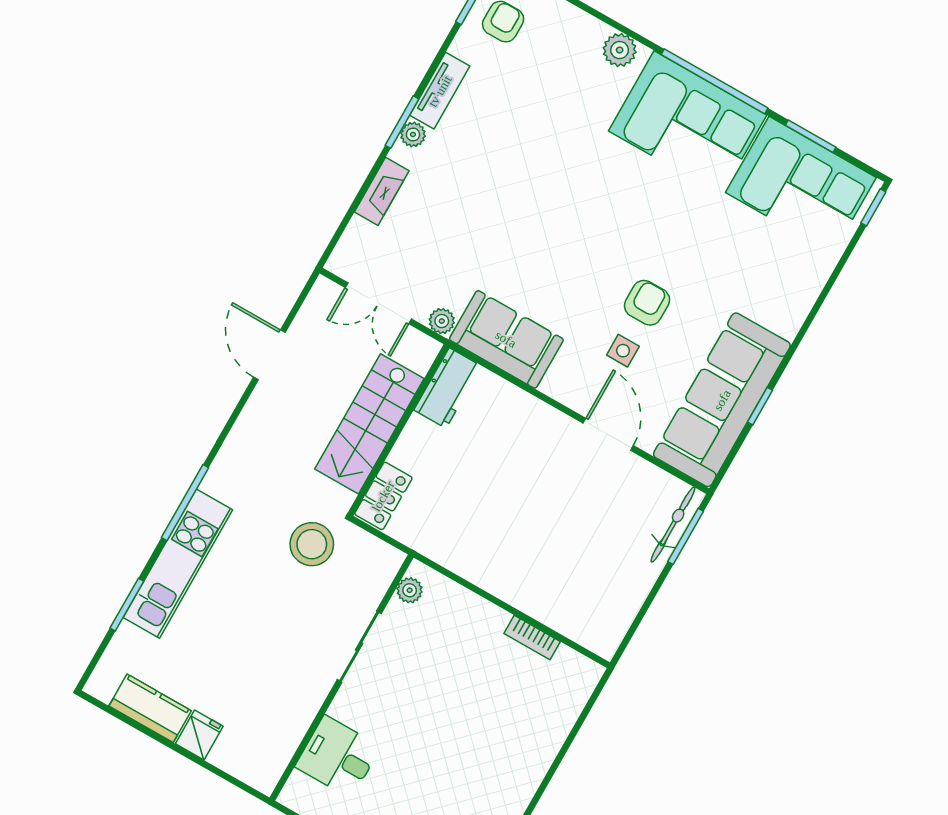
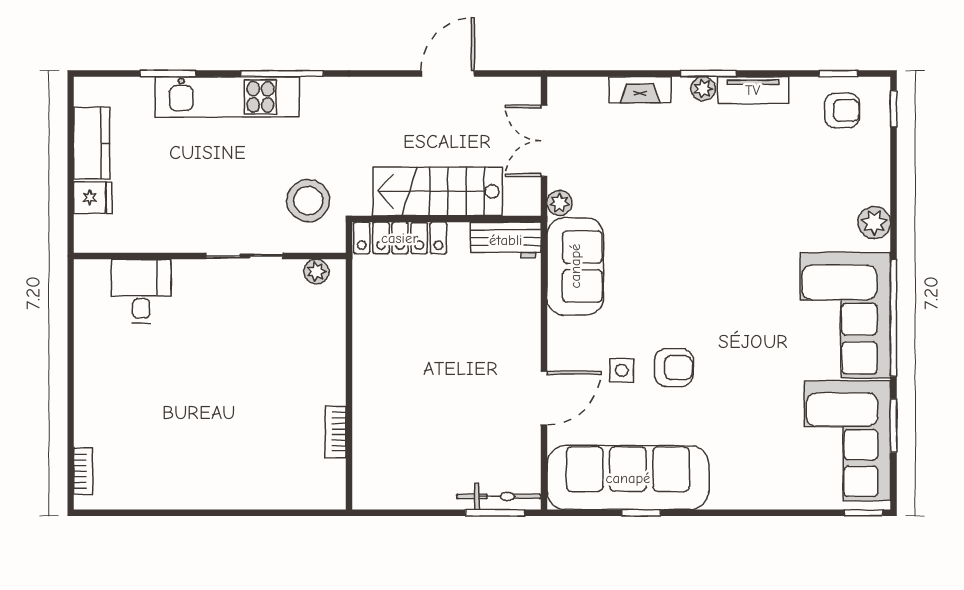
locker: (383, 496) -> (400, 238), width x1.53
plant: (410, 590) -> (316, 271), moved
sliding door: (359, 647) -> (245, 256), moved
wall: (341, 678) -> (210, 256), moved
desk: (338, 757) -> (141, 291), moved

